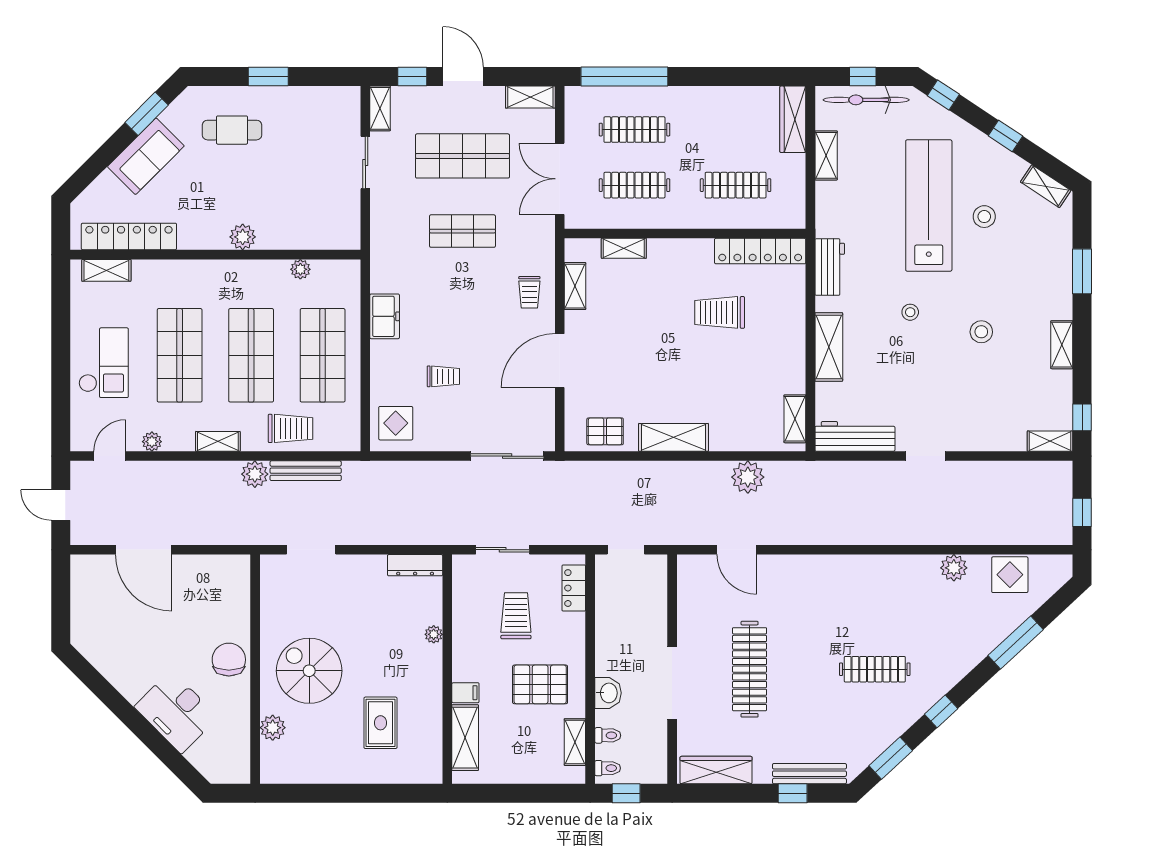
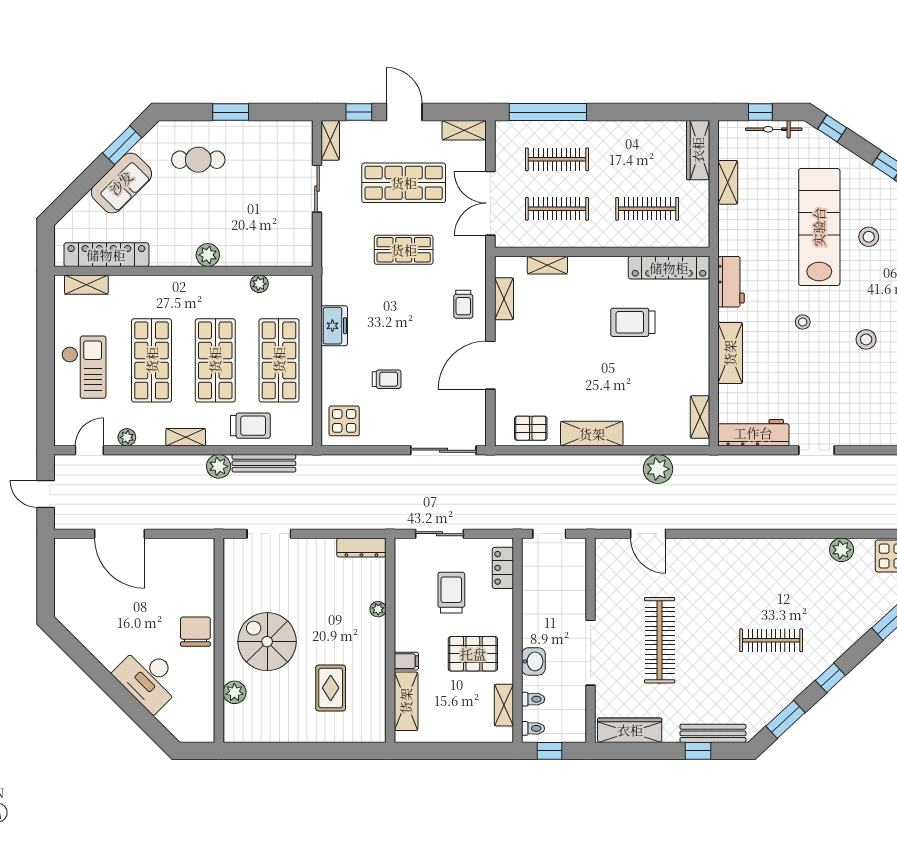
bicycle: (866, 100) -> (774, 129), width x0.73, depth x0.71

